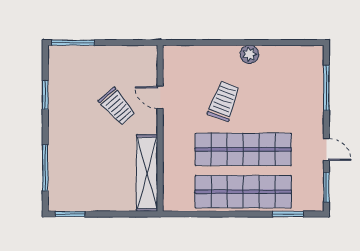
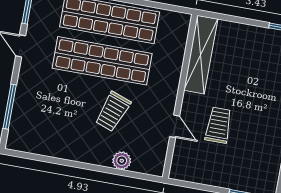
plant: (249, 54) -> (122, 161), moved
trolley: (117, 107) -> (218, 125), turned 41

